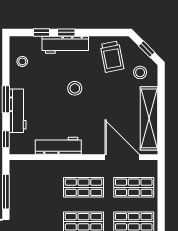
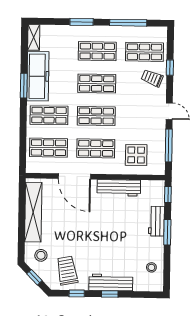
window: (41, 32) -> (77, 293), moved
stool: (75, 88) -> (102, 241), removed
workbench: (18, 111) -> (156, 221), width x0.73
door: (122, 157) -> (74, 176), moved
display table: (40, 181) -> (136, 155), added

